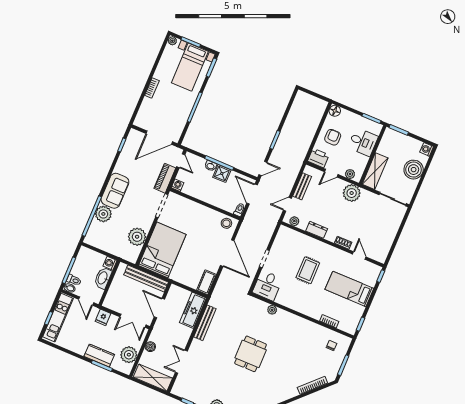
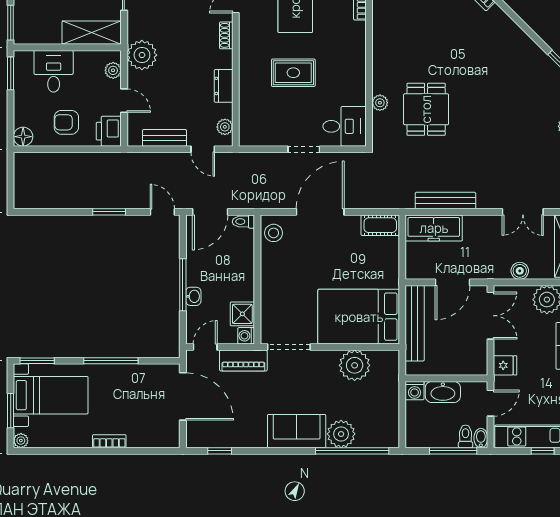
shower: (222, 174) -> (242, 314), moved
dining table: (251, 354) -> (426, 109), moved, turned 90

